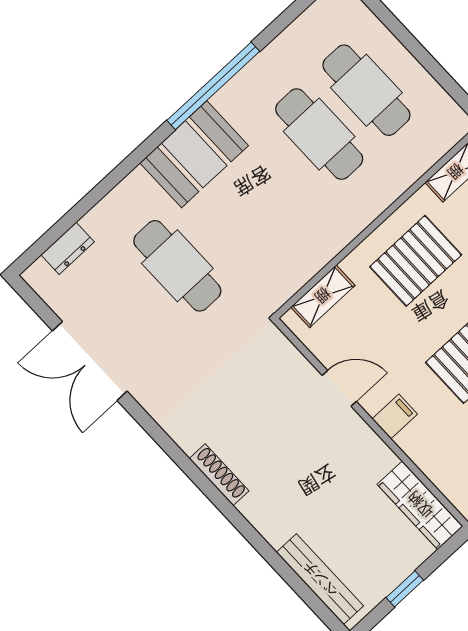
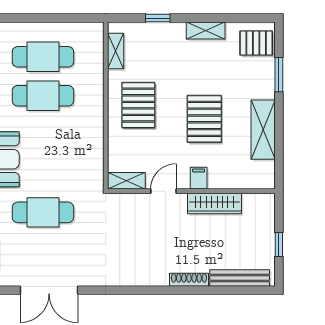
shelving: (323, 296) -> (126, 181), moved, turned 90
shoe rack: (219, 475) -> (189, 280), moved
wardrobe: (420, 505) -> (214, 203), moved

